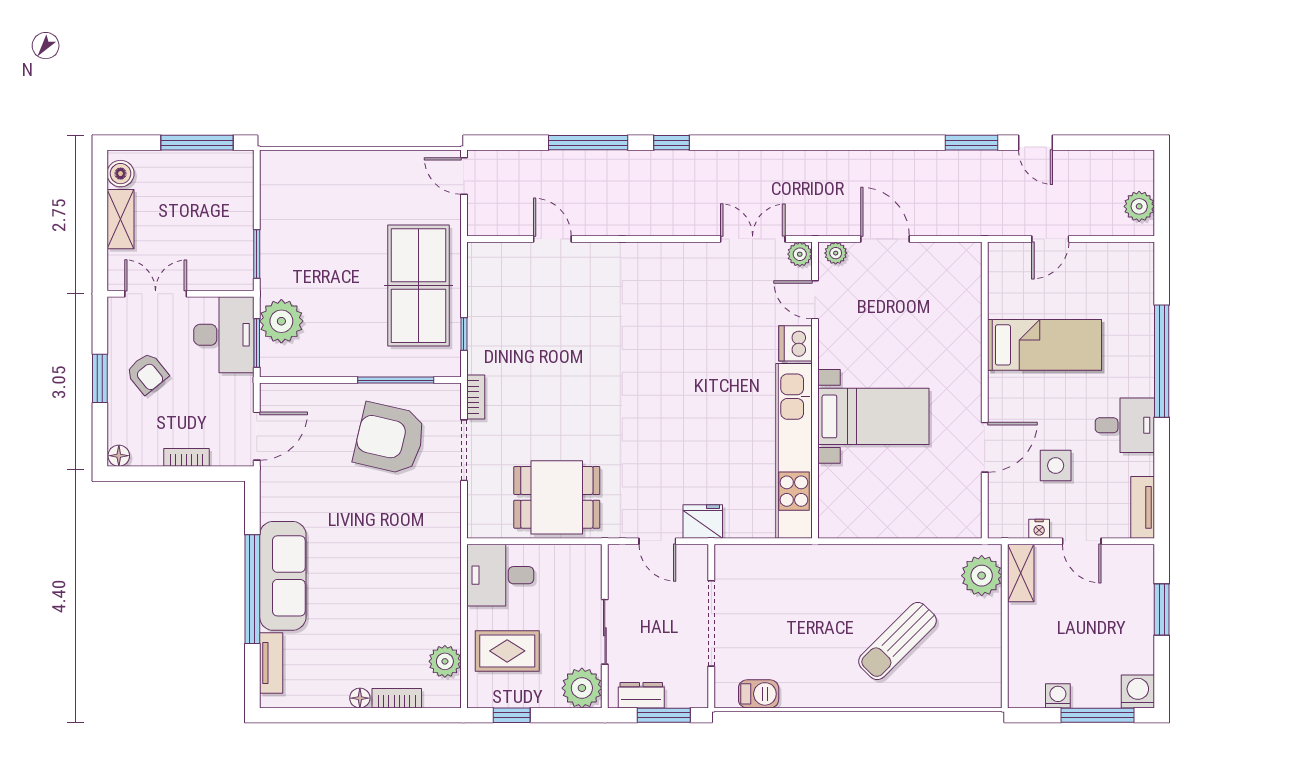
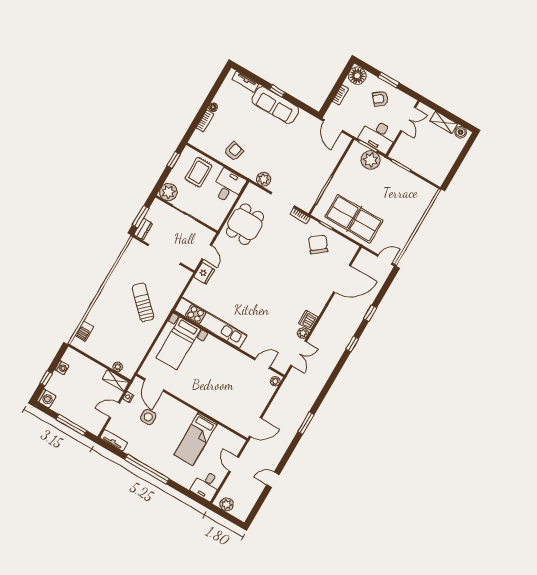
window: (197, 143) -> (455, 167), removed
window: (588, 143) -> (370, 313), width x0.46
window: (972, 143) -> (306, 423), moved
door: (552, 239) -> (342, 279), width x1.88
door: (885, 239) -> (255, 427), moved
plant: (800, 254) -> (303, 333), moved
chair: (512, 327) -> (318, 244), added
dishwasher: (795, 343) -> (308, 320), moved, turned -90
window: (1162, 361) -> (147, 469), moved
bed with nightstands: (873, 416) -> (178, 343), moved
desk: (1125, 425) -> (206, 485), moved
armchair: (390, 439) -> (234, 151), moved, width x0.53, depth x0.53
door: (985, 447) -> (154, 385), moved
floor lamp: (119, 456) -> (357, 76), width x1.89, depth x1.89
door: (657, 541) -> (207, 252), swing flipped
plant: (982, 576) -> (118, 367), width x0.53, depth x0.53
window: (252, 589) -> (277, 91), width x0.32
window: (1162, 610) -> (72, 425), width x1.44
sun lounger: (897, 641) -> (143, 302), moved
plant: (445, 661) -> (264, 179), moved
barbecue: (759, 694) -> (84, 331), moved
dresser: (641, 695) -> (143, 229), moved
window: (1097, 715) -> (46, 378), width x0.46

